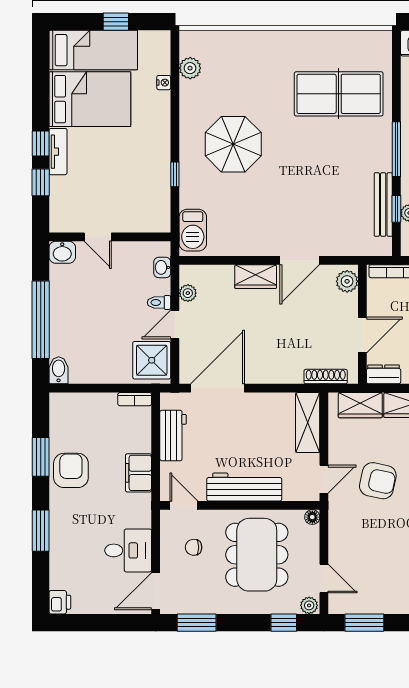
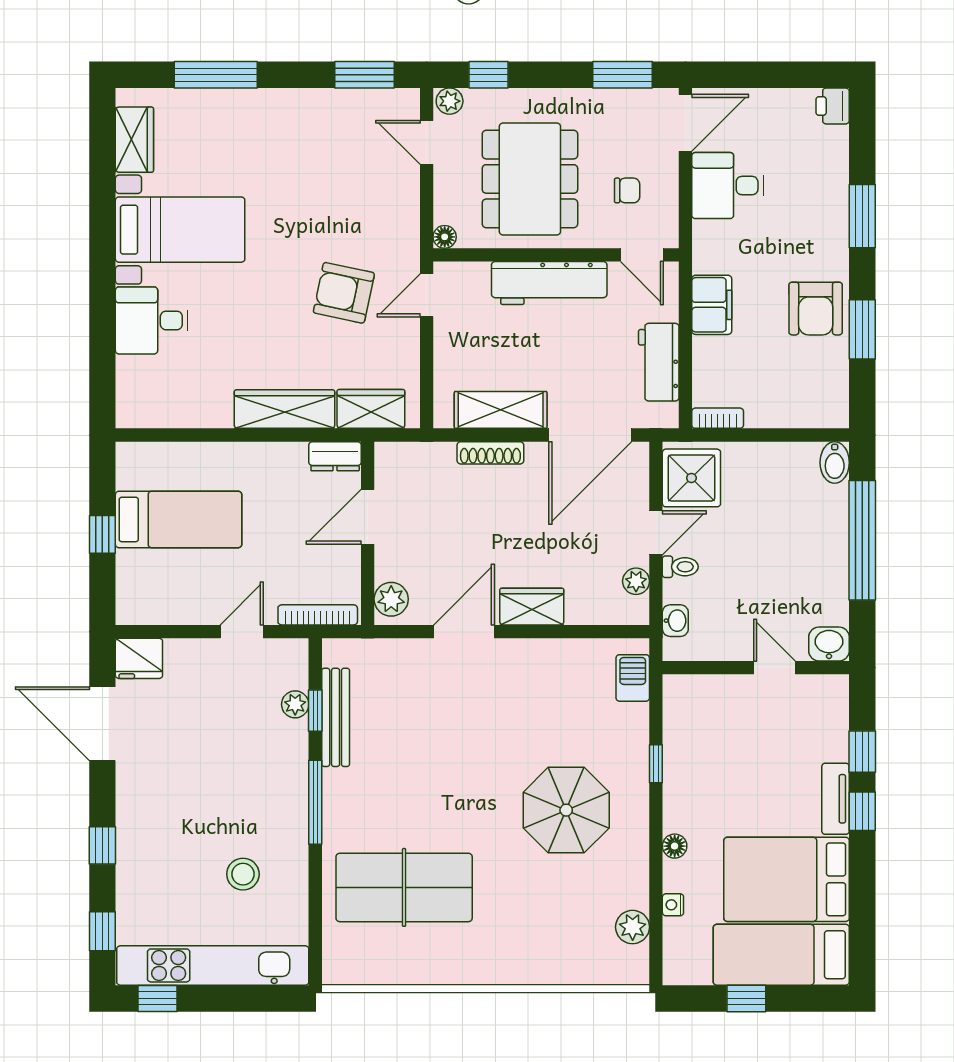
floor lamp: (163, 121) -> (675, 846), added
barbecue: (193, 230) -> (633, 678), width x0.73, depth x0.79
shoe rack: (326, 377) -> (490, 453), moved
shelving: (308, 423) -> (501, 410), moved, turned 90

